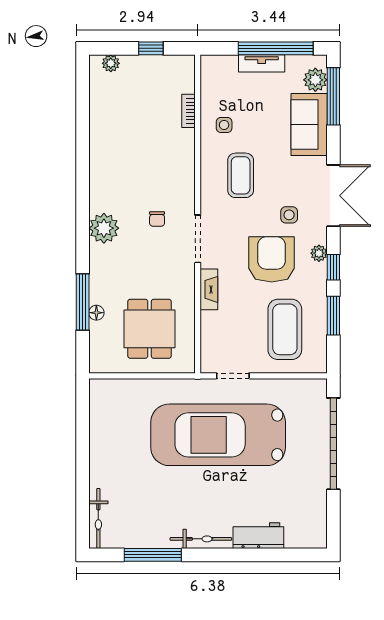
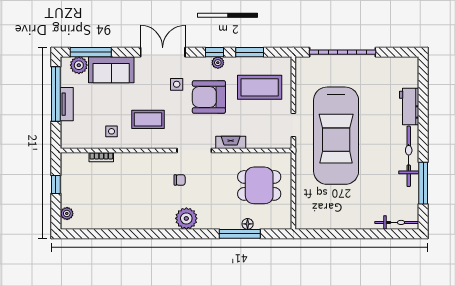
plant: (319, 253) -> (218, 63), moved
bicycle: (201, 539) -> (409, 156), width x1.37, depth x1.40

